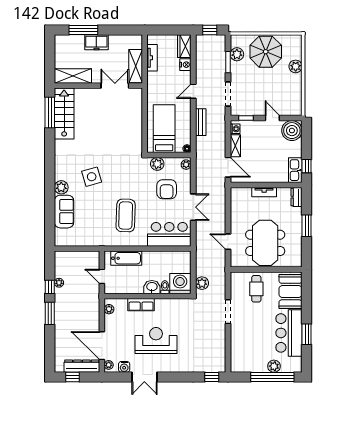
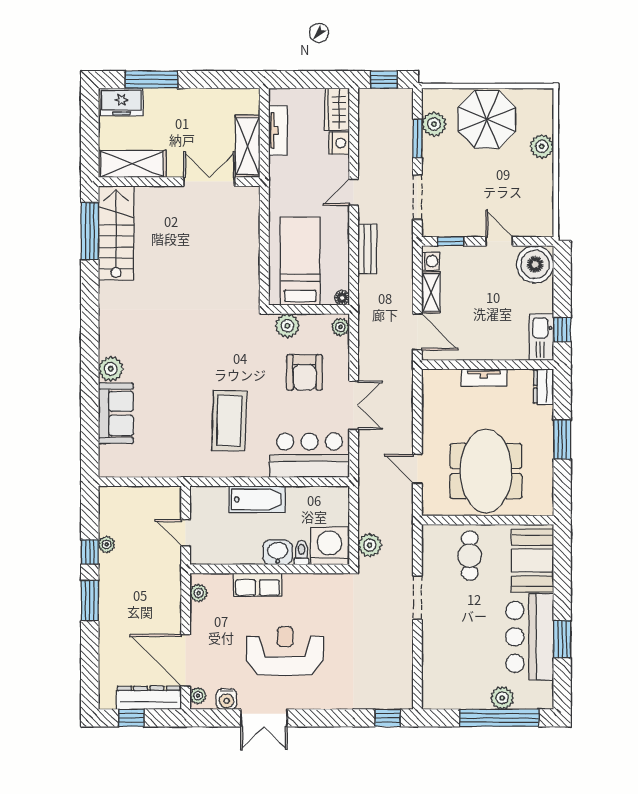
freezer: (96, 42) -> (122, 102), moved
side table: (92, 177) -> (167, 349), removed
bathtub: (126, 258) -> (257, 499), moved

